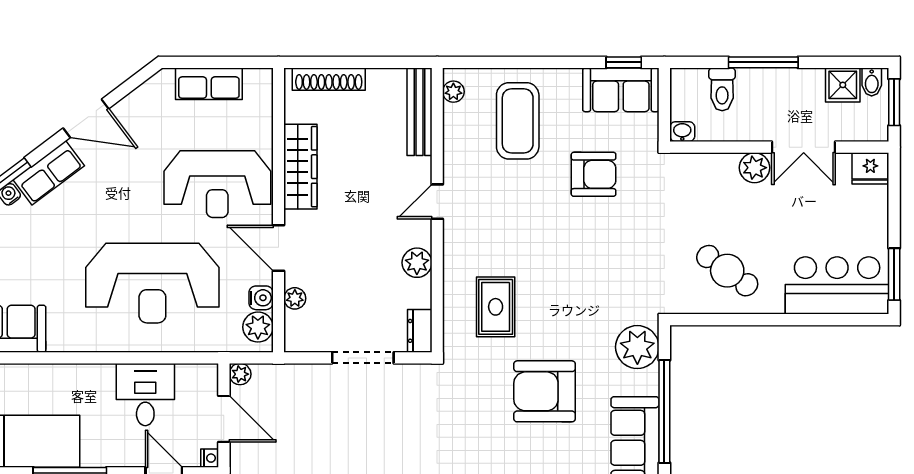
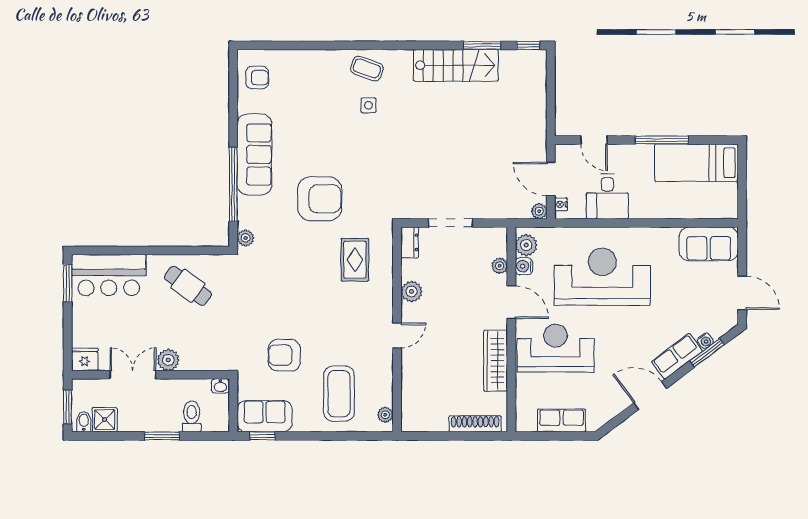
window: (763, 62) -> (162, 436), width x0.69
bench: (419, 112) -> (410, 400), removed
plant: (637, 347) -> (246, 238), width x0.53, depth x0.53
nightstand: (210, 458) -> (561, 204), moved

